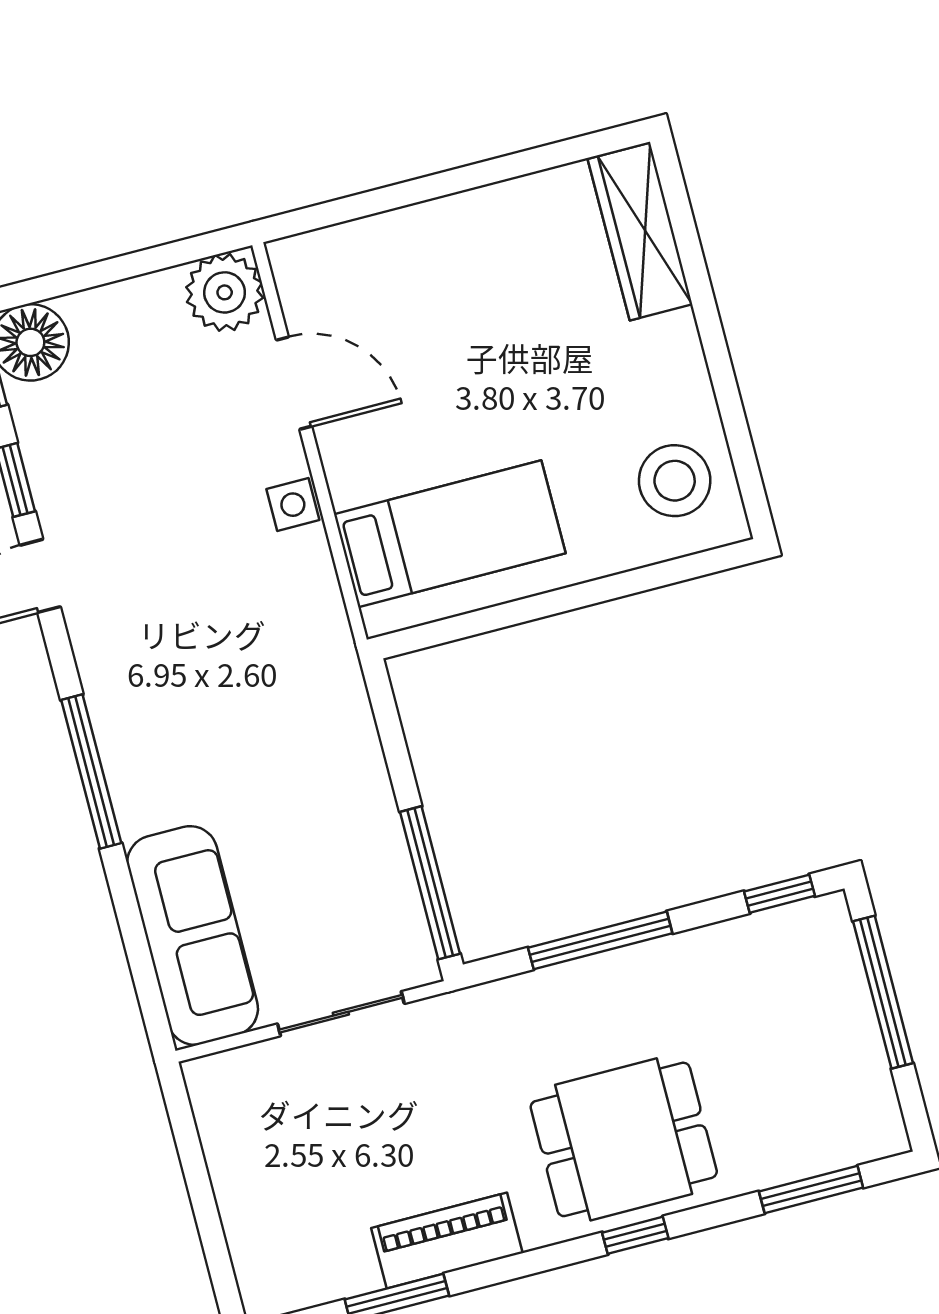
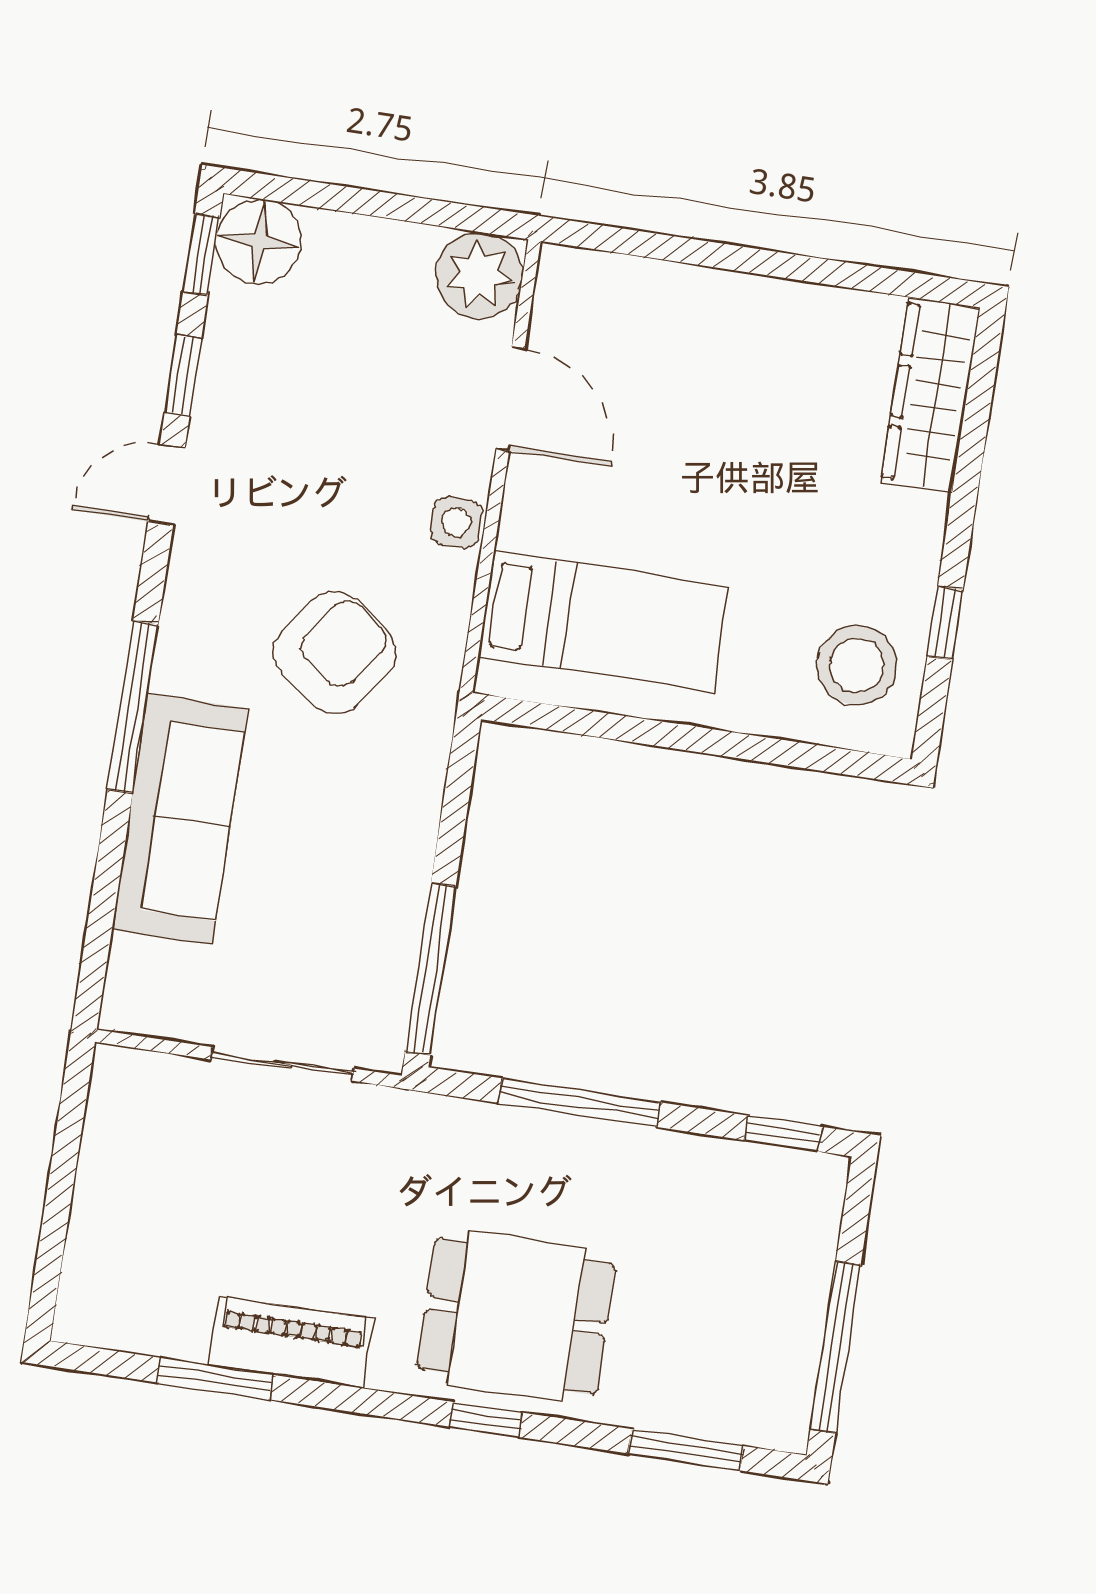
window: (733, 415) -> (945, 623), added
armchair: (239, 655) -> (334, 653), added
sofa: (193, 936) -> (180, 819), moved
window: (883, 992) -> (836, 1347), moved

